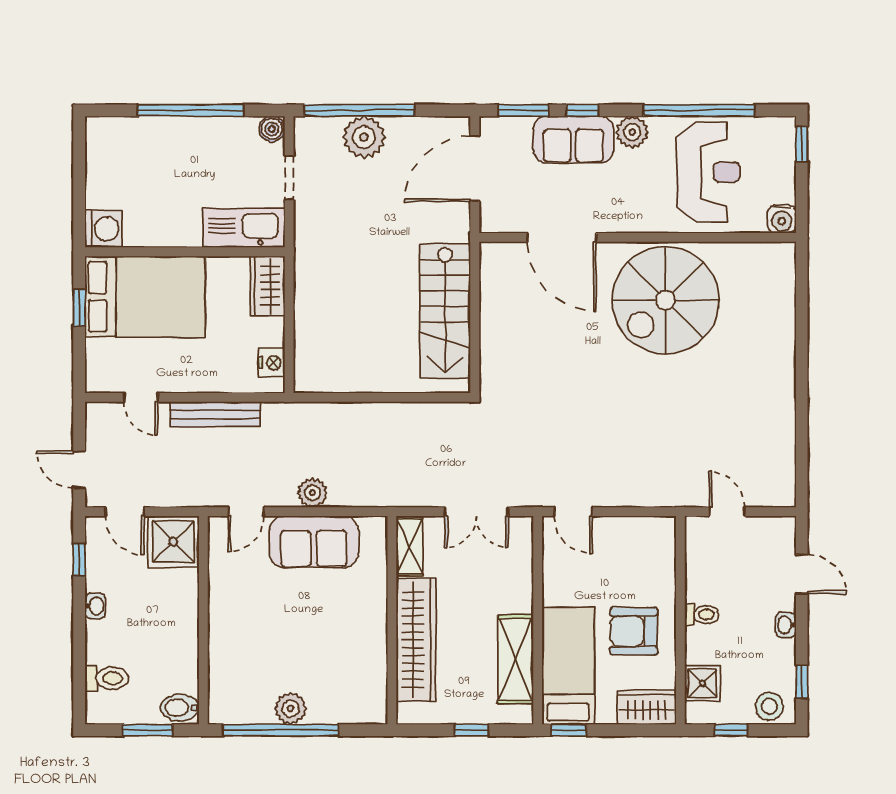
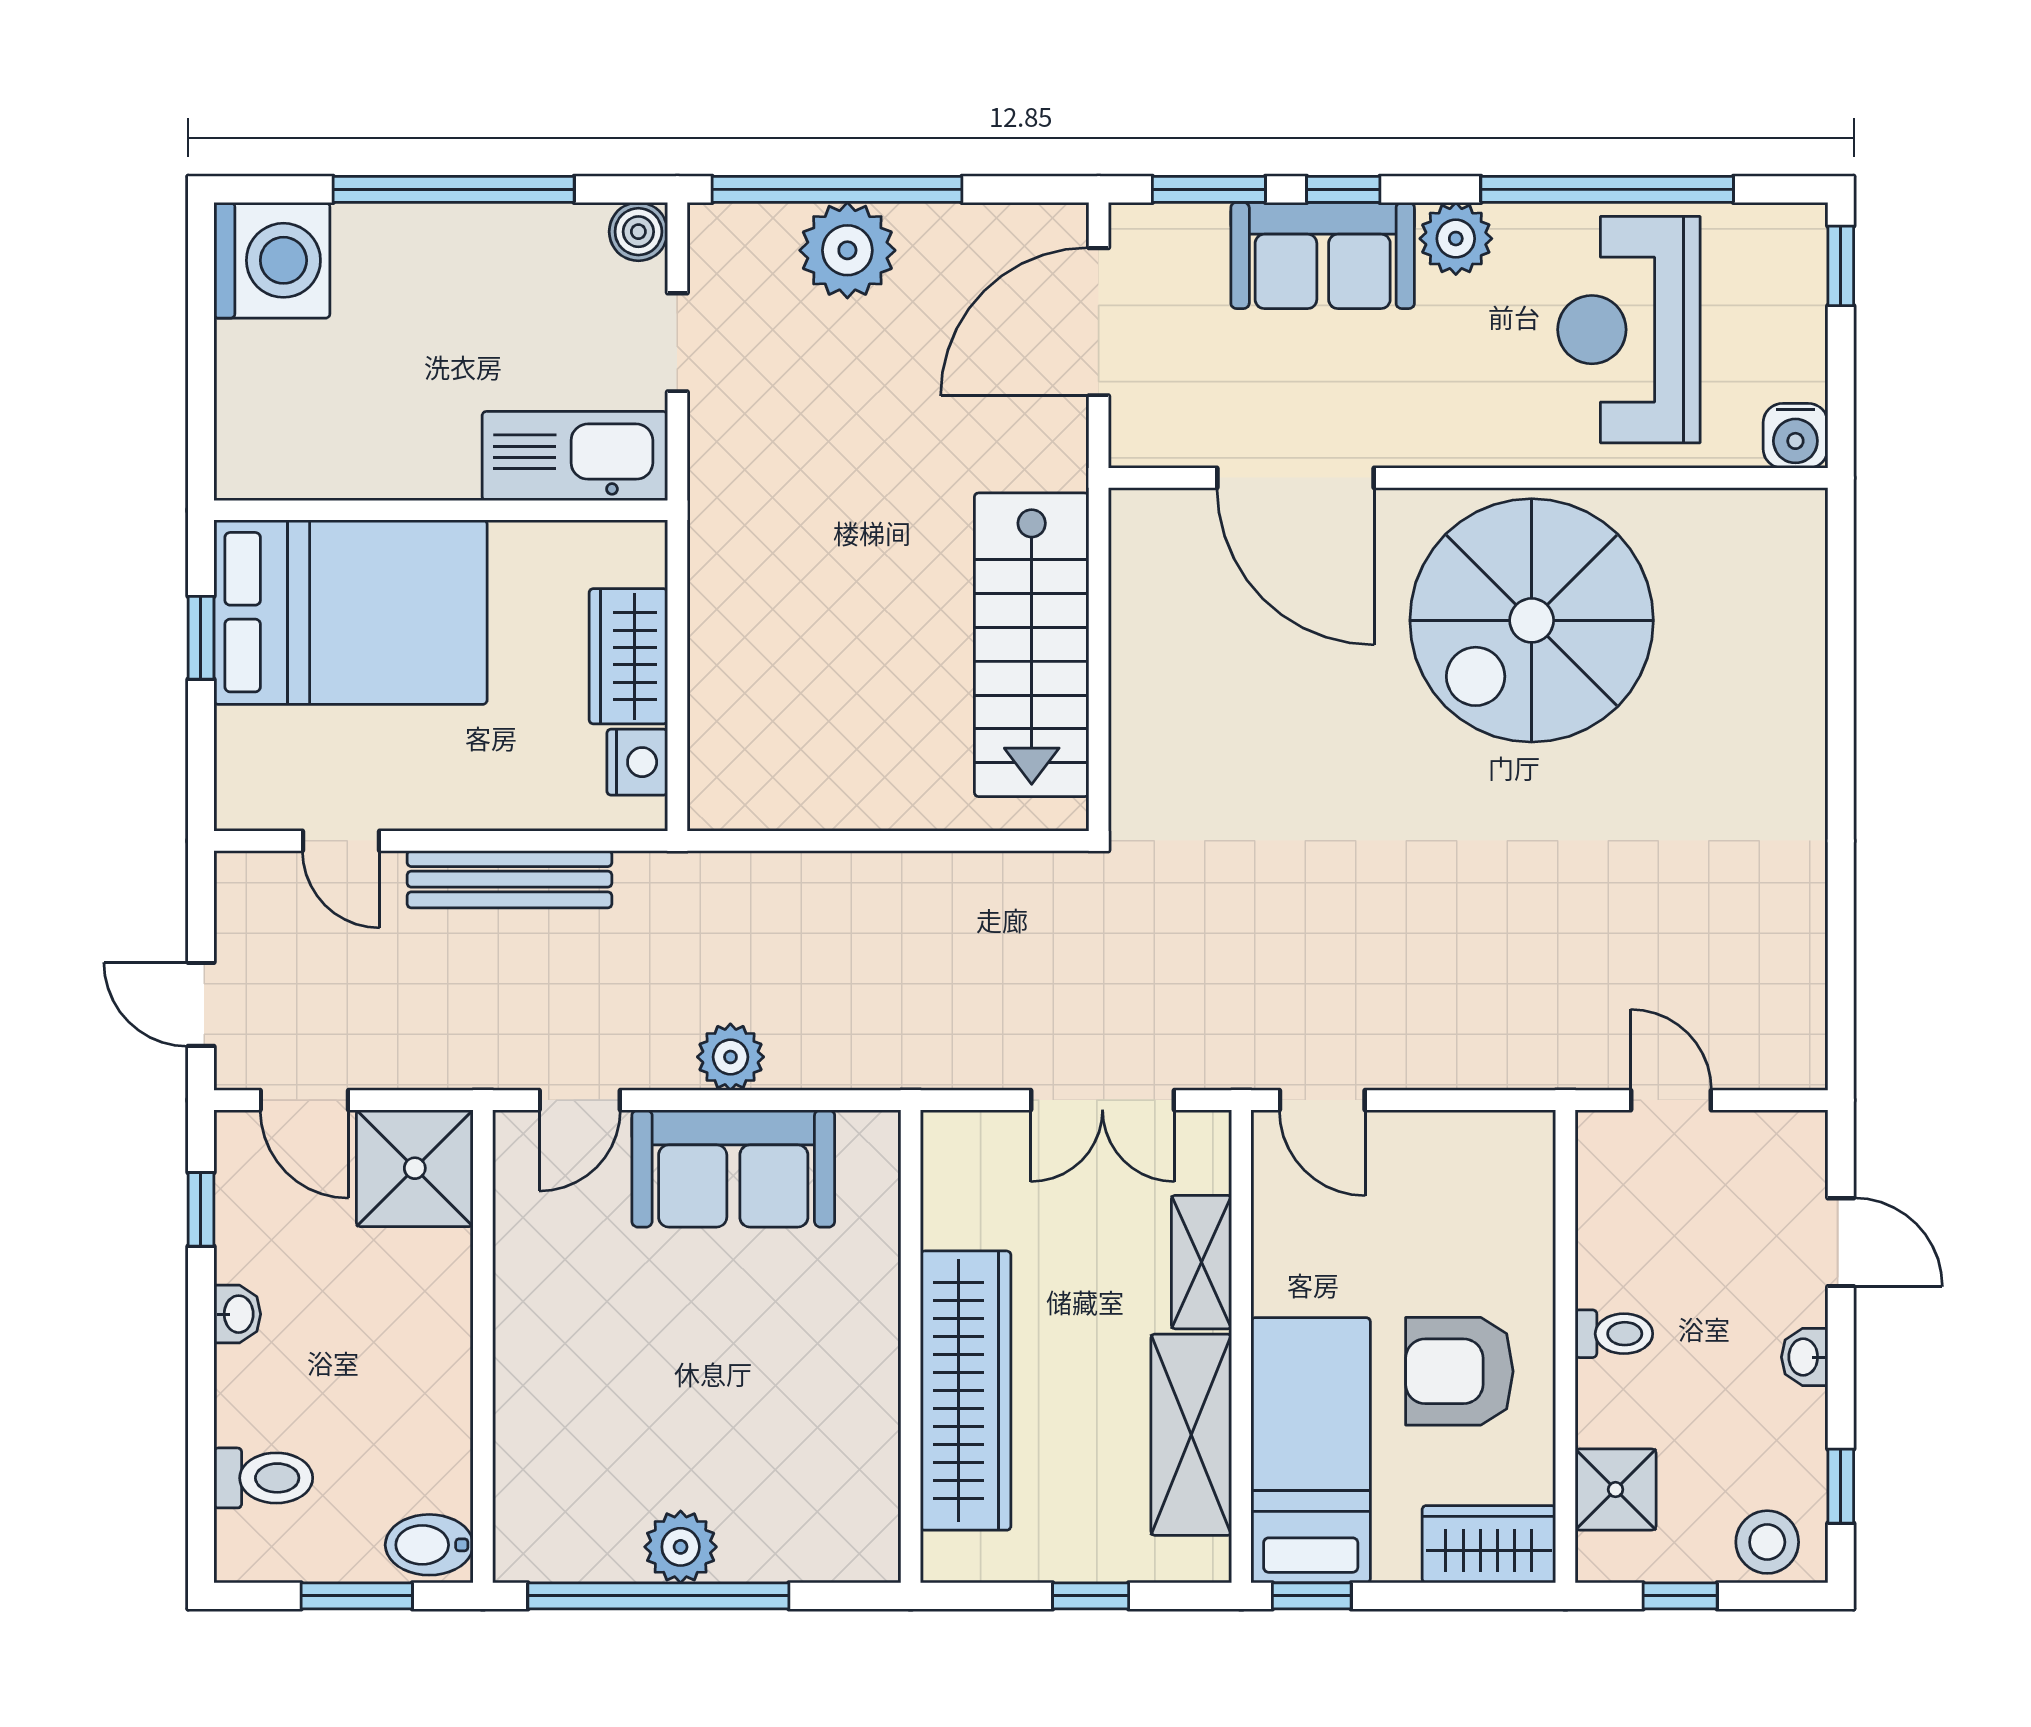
reception desk: (708, 172) -> (1629, 330), turned 180
washing machine: (103, 229) -> (272, 260), moved, width x1.37, depth x1.37
wardrobe: (267, 286) -> (628, 656), moved
shelving: (409, 546) -> (1201, 1262), moved

